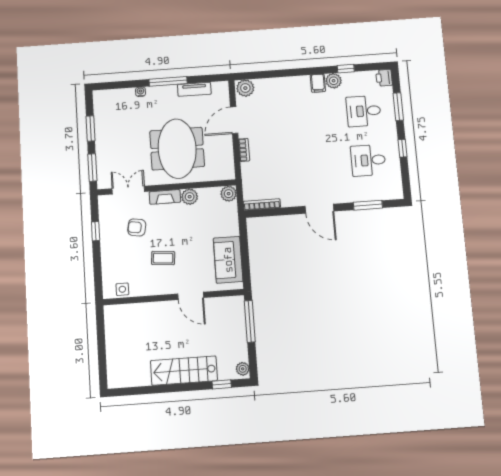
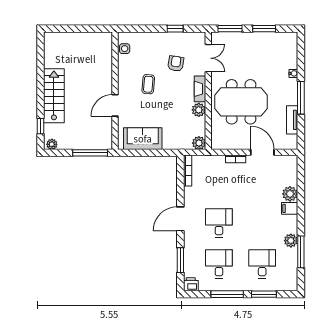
window: (346, 69) -> (301, 252), width x2.17
printer: (384, 78) -> (191, 284), moved
filing cabinet: (318, 83) -> (290, 208), moved
plant: (245, 88) -> (290, 194), moved
window: (403, 148) -> (227, 294), width x2.17
desk: (320, 164) -> (219, 223), added

